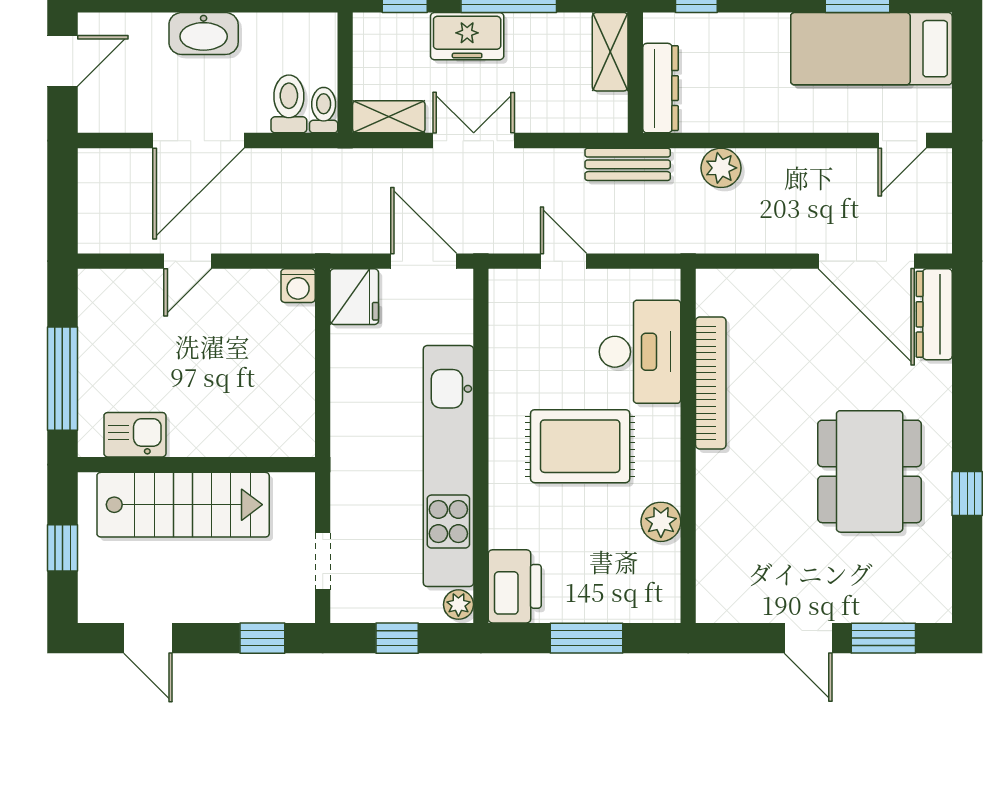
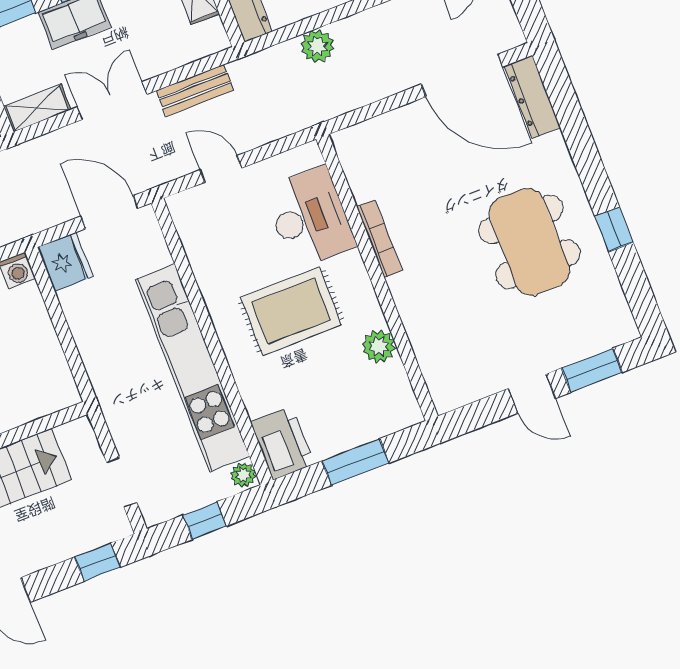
bench: (628, 164) -> (195, 90), moved
bookcase: (711, 383) -> (379, 239), width x0.68, depth x0.76

